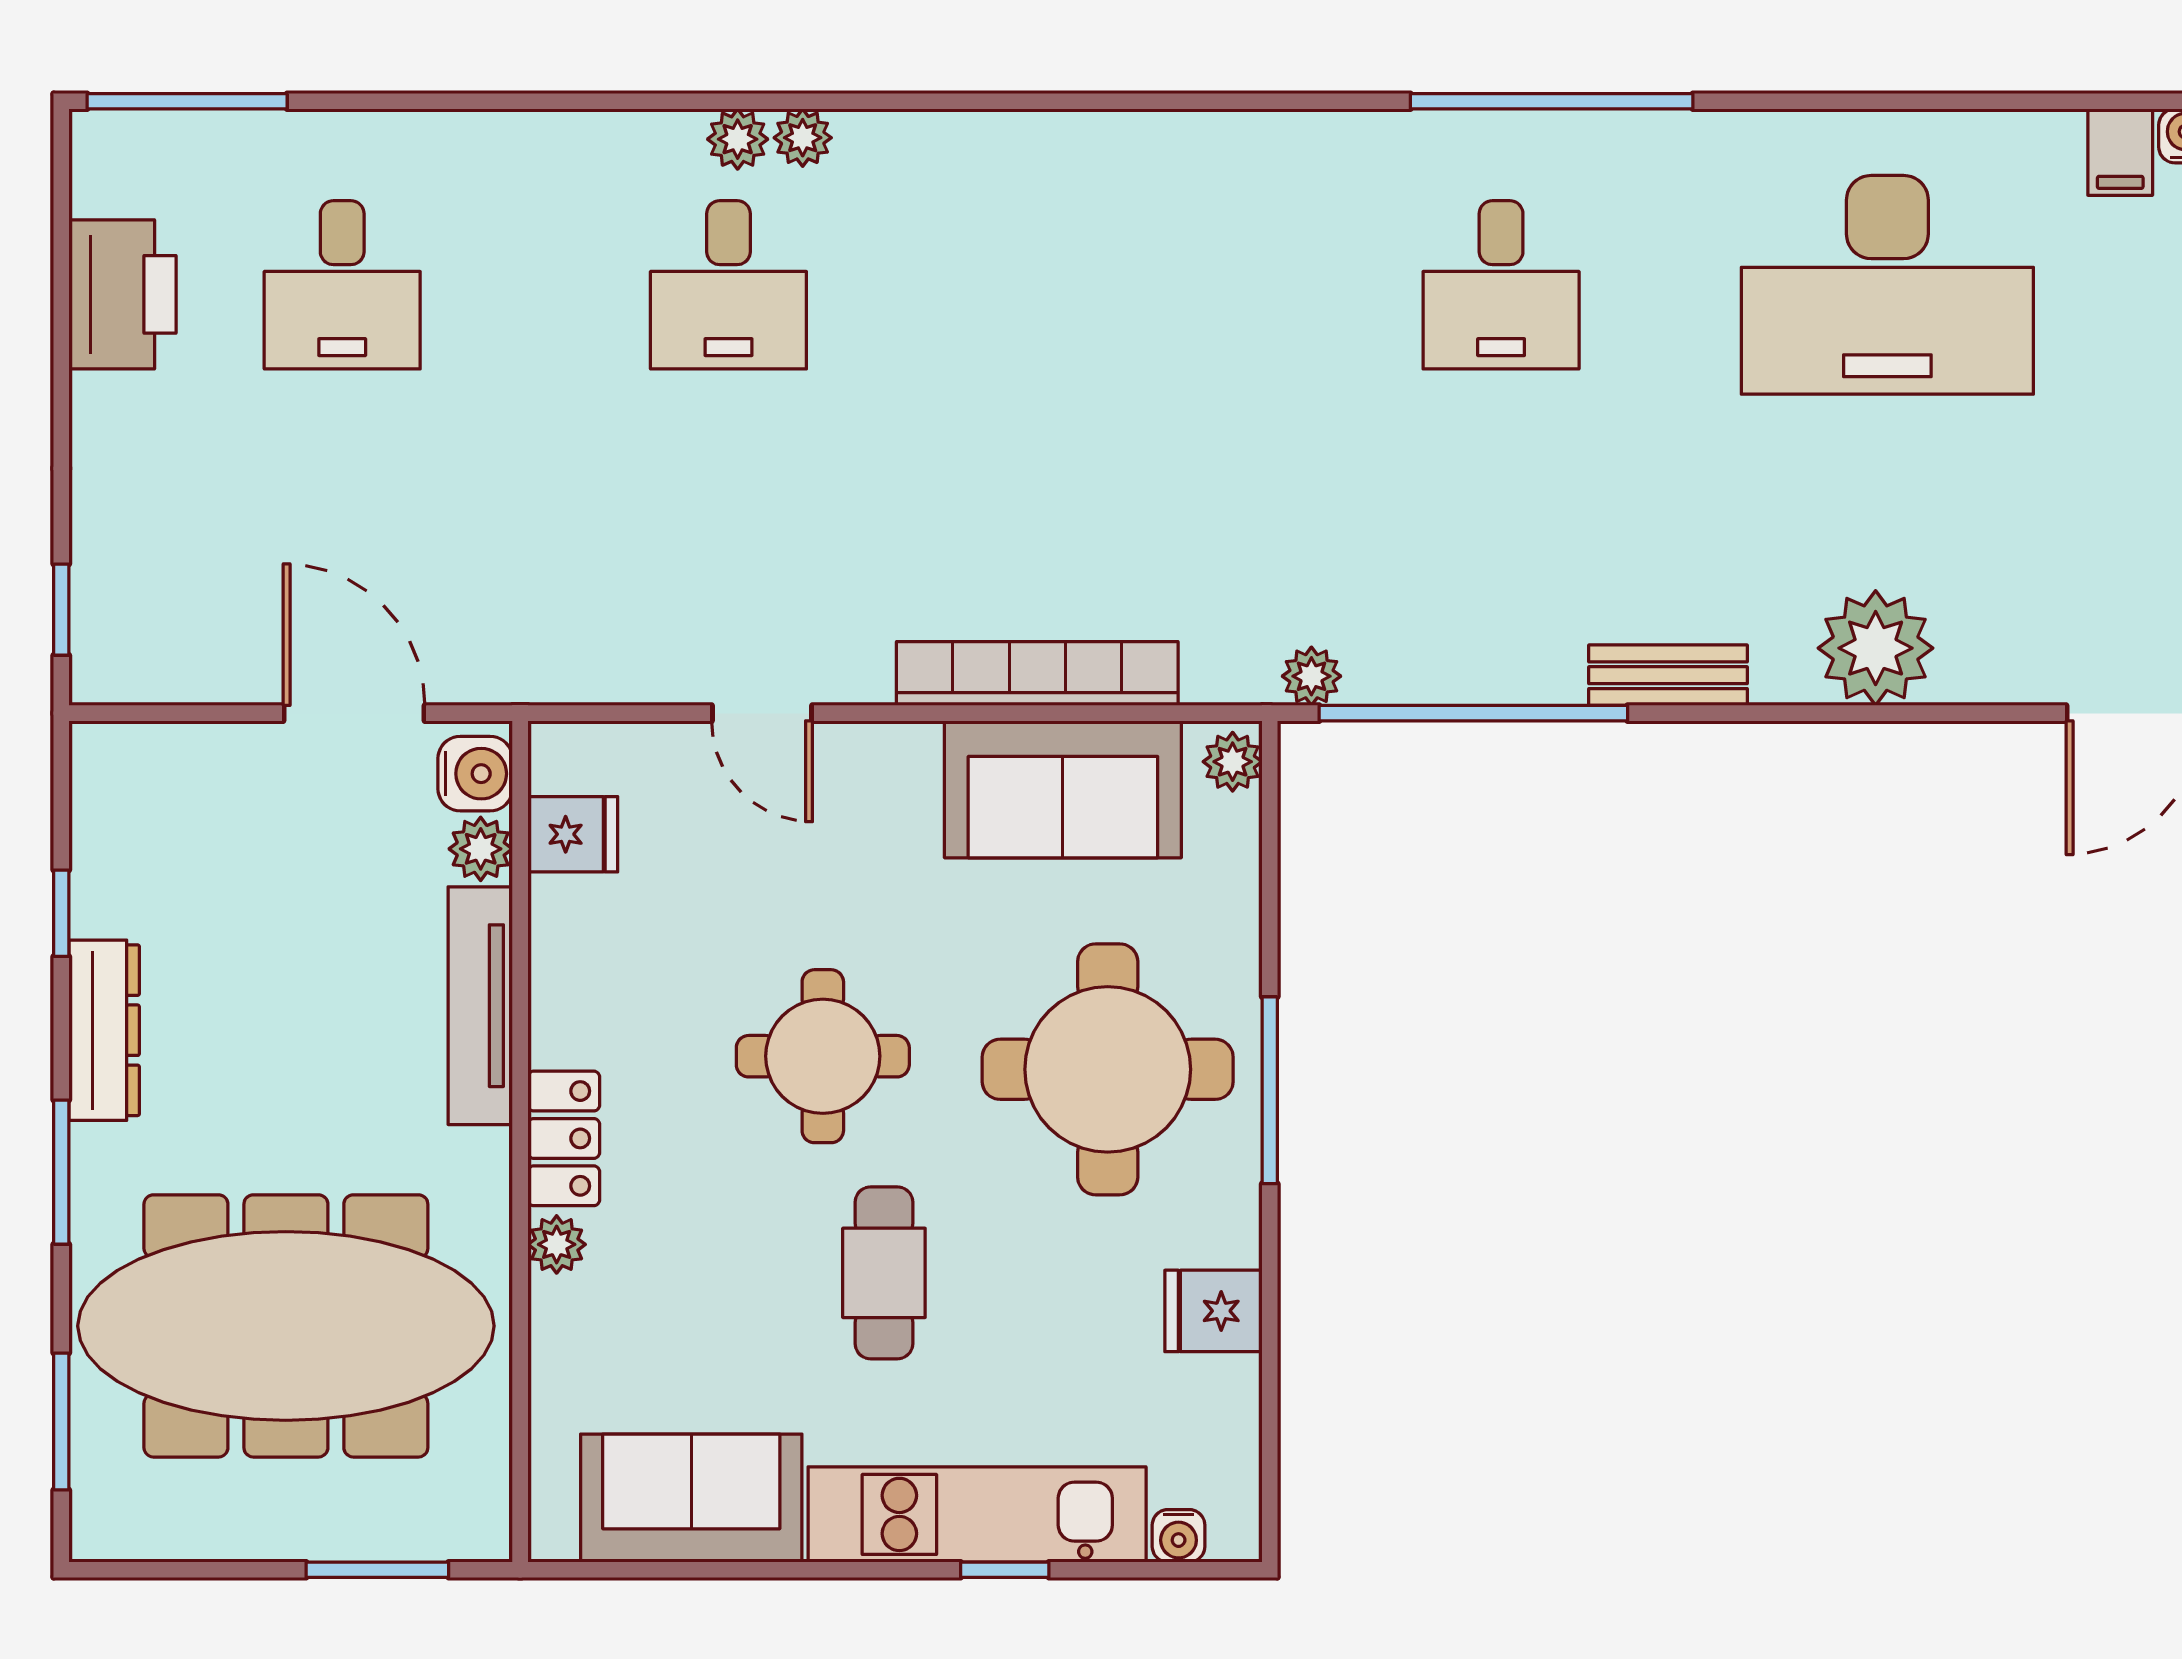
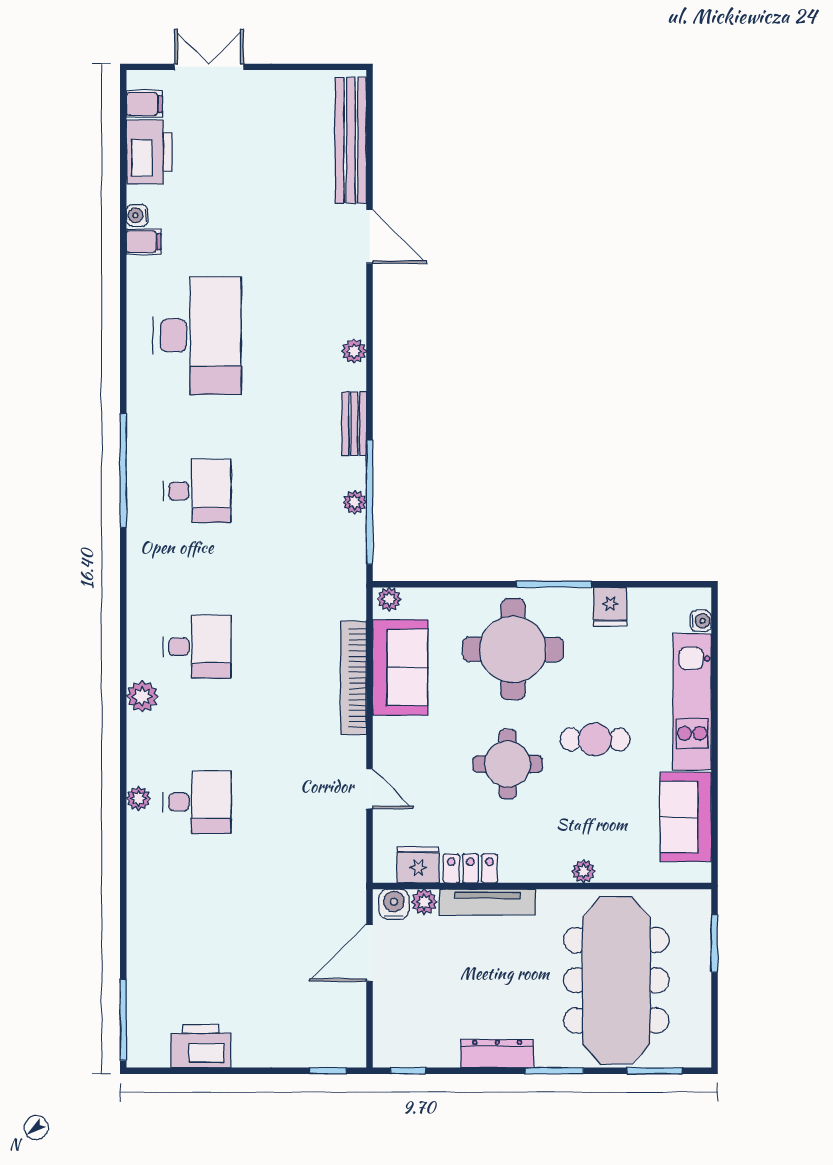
plant: (803, 138) -> (142, 696), moved, width x1.38, depth x1.38
desk: (342, 285) -> (197, 647), moved
plant: (1876, 648) -> (354, 351), width x0.53, depth x0.53
plant: (1311, 676) -> (355, 502), moved
door: (762, 713) -> (370, 789), hinge flipped
fridge: (573, 834) -> (418, 865), width x1.38
window: (61, 913) -> (408, 1071), moved
window: (1270, 1090) -> (554, 584), moved
locker: (564, 1138) -> (470, 868), moved
window: (1005, 1570) -> (714, 691), removed

